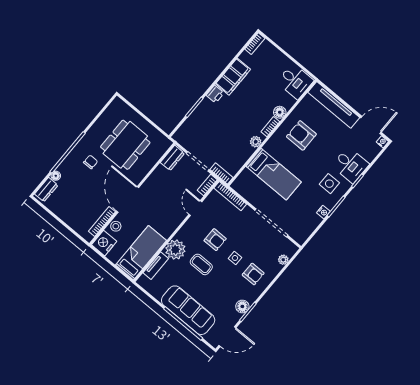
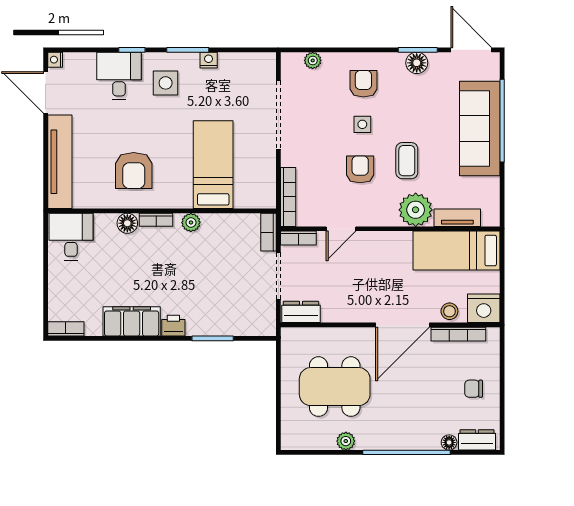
plant: (96, 129) -> (346, 441), added
chair: (91, 162) -> (474, 389), moved

